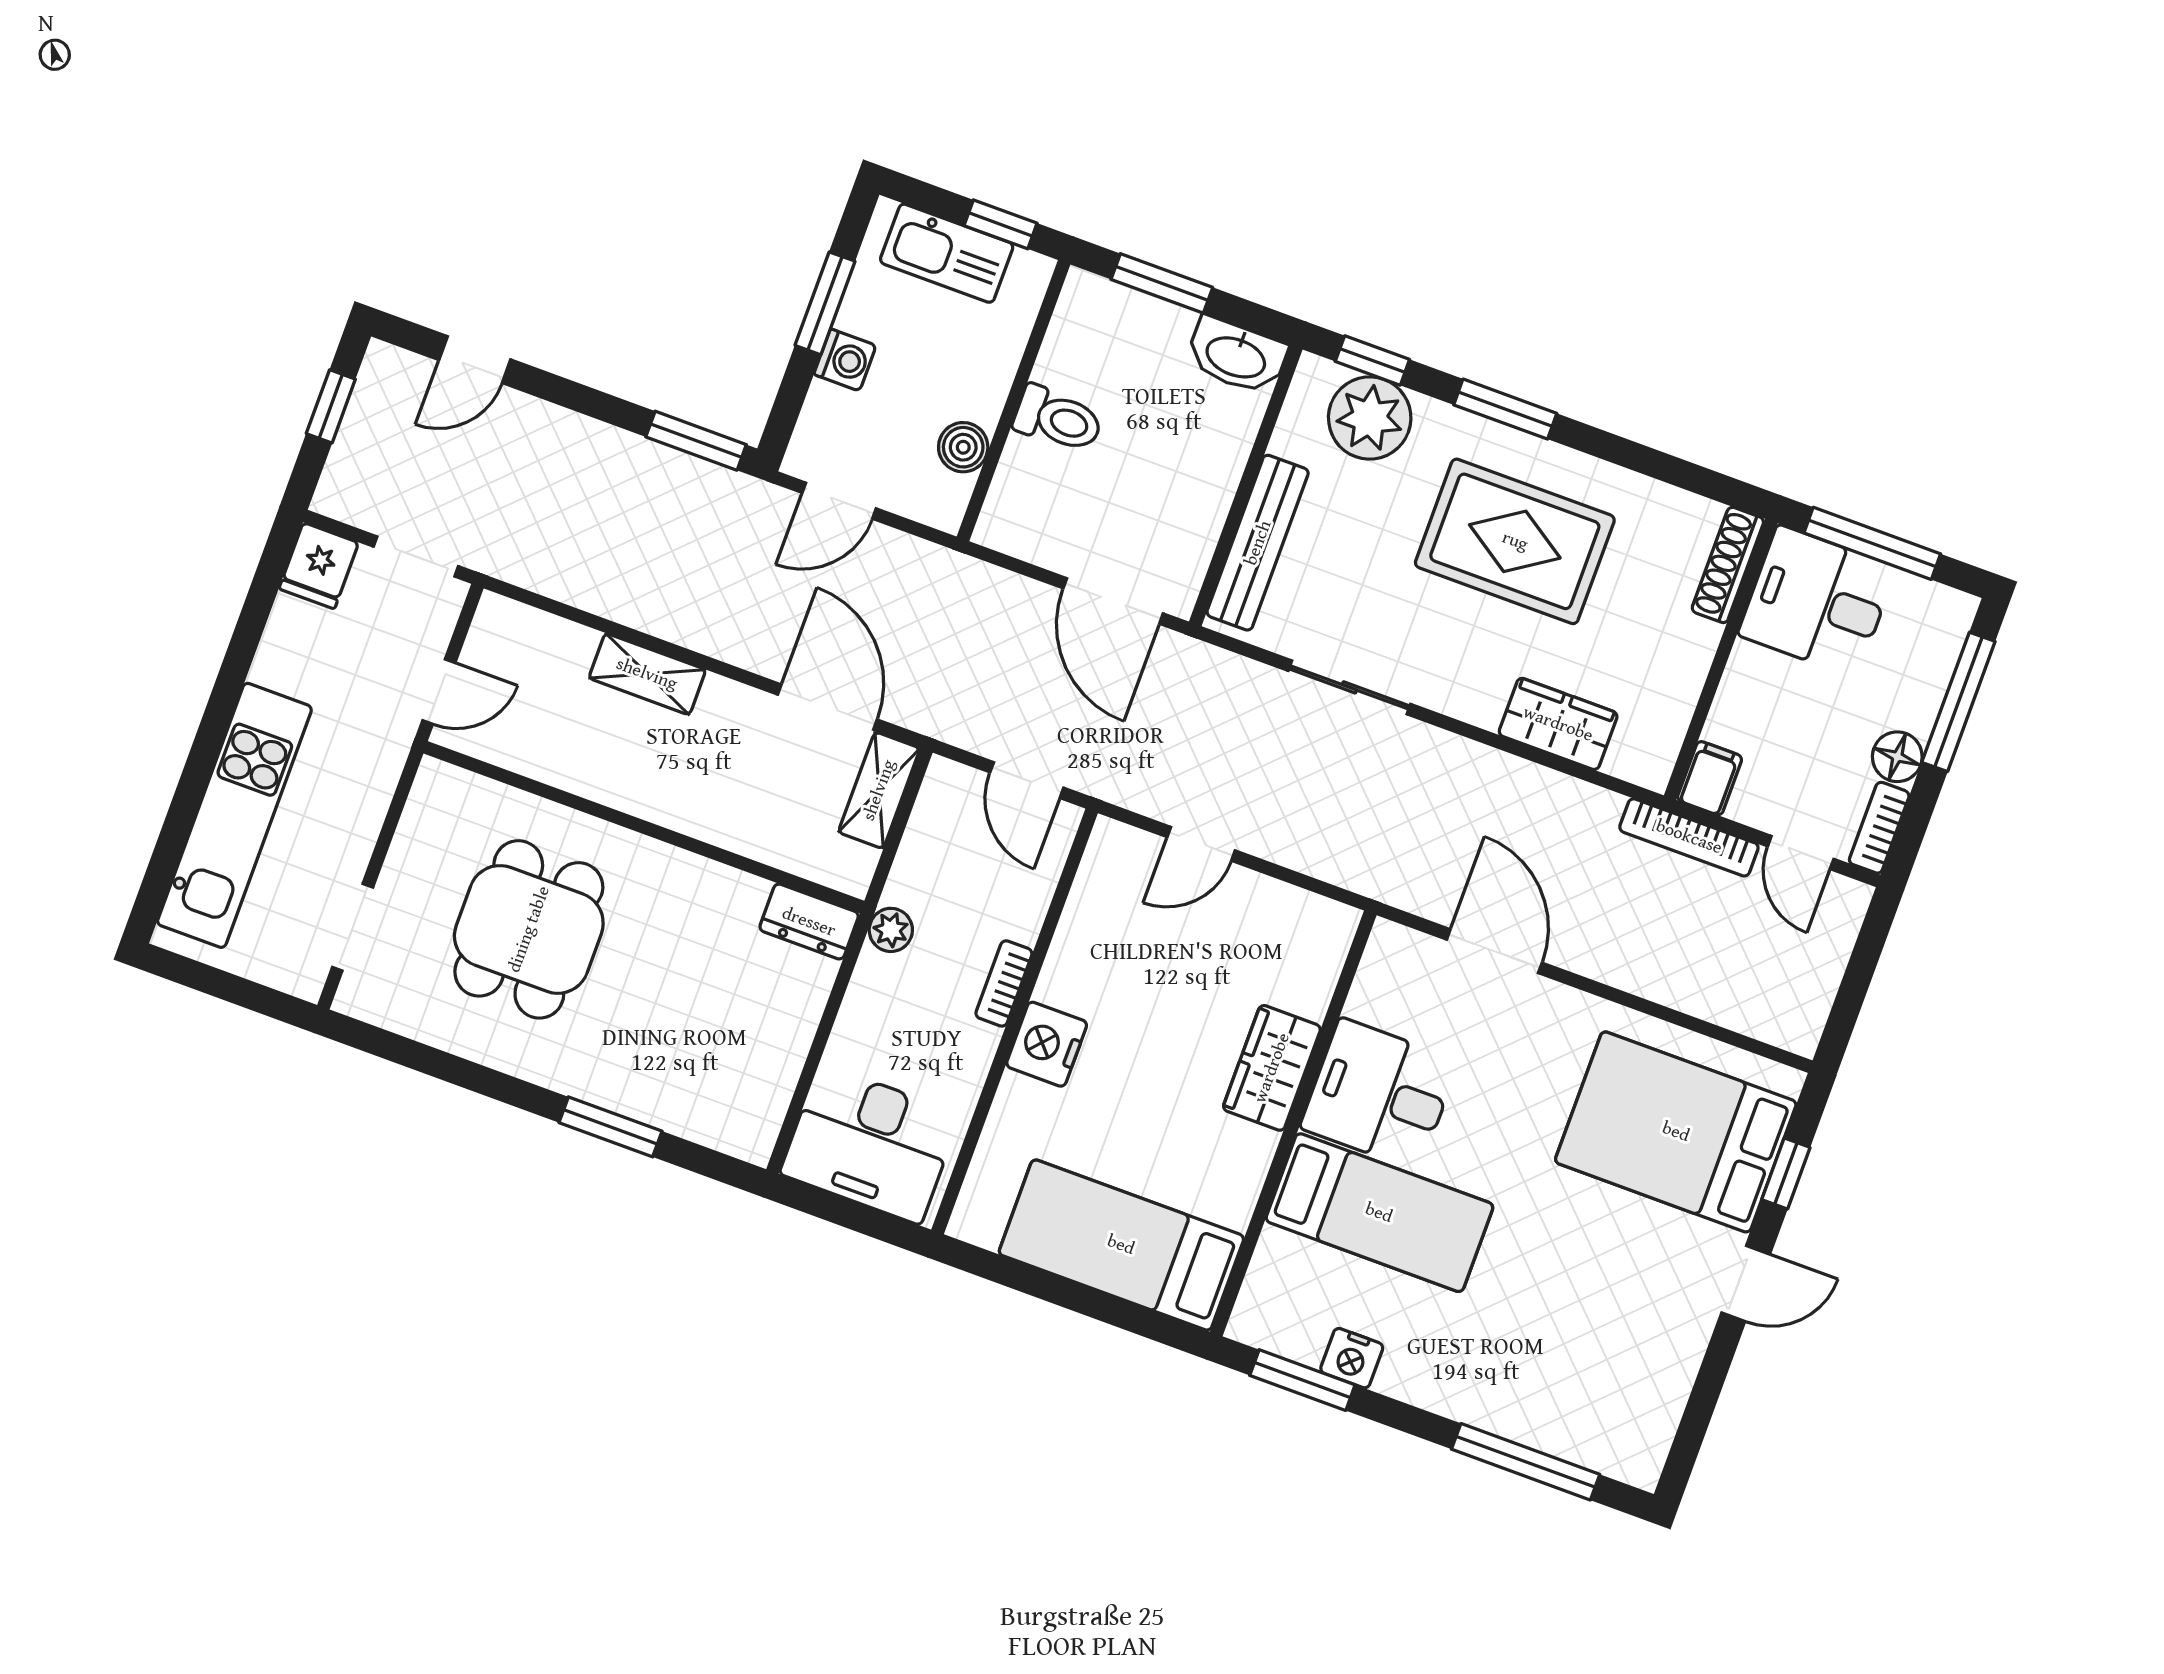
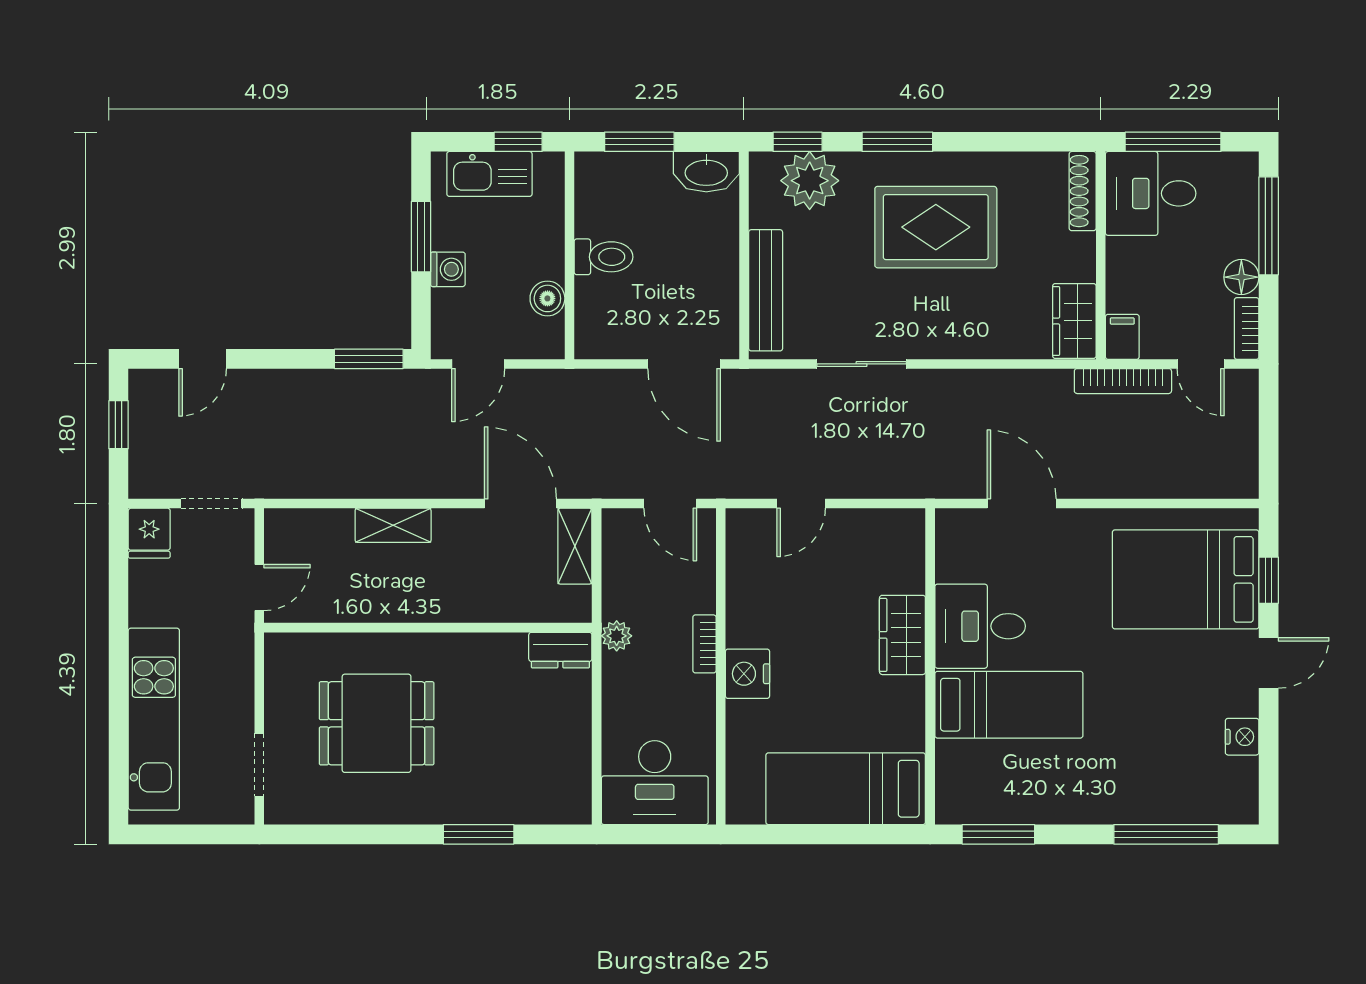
wardrobe: (1558, 724) -> (1074, 321), moved, turned -90
dining table: (529, 929) -> (377, 723), turned 90
nightstand: (1352, 1358) -> (1242, 737), moved, turned -90

